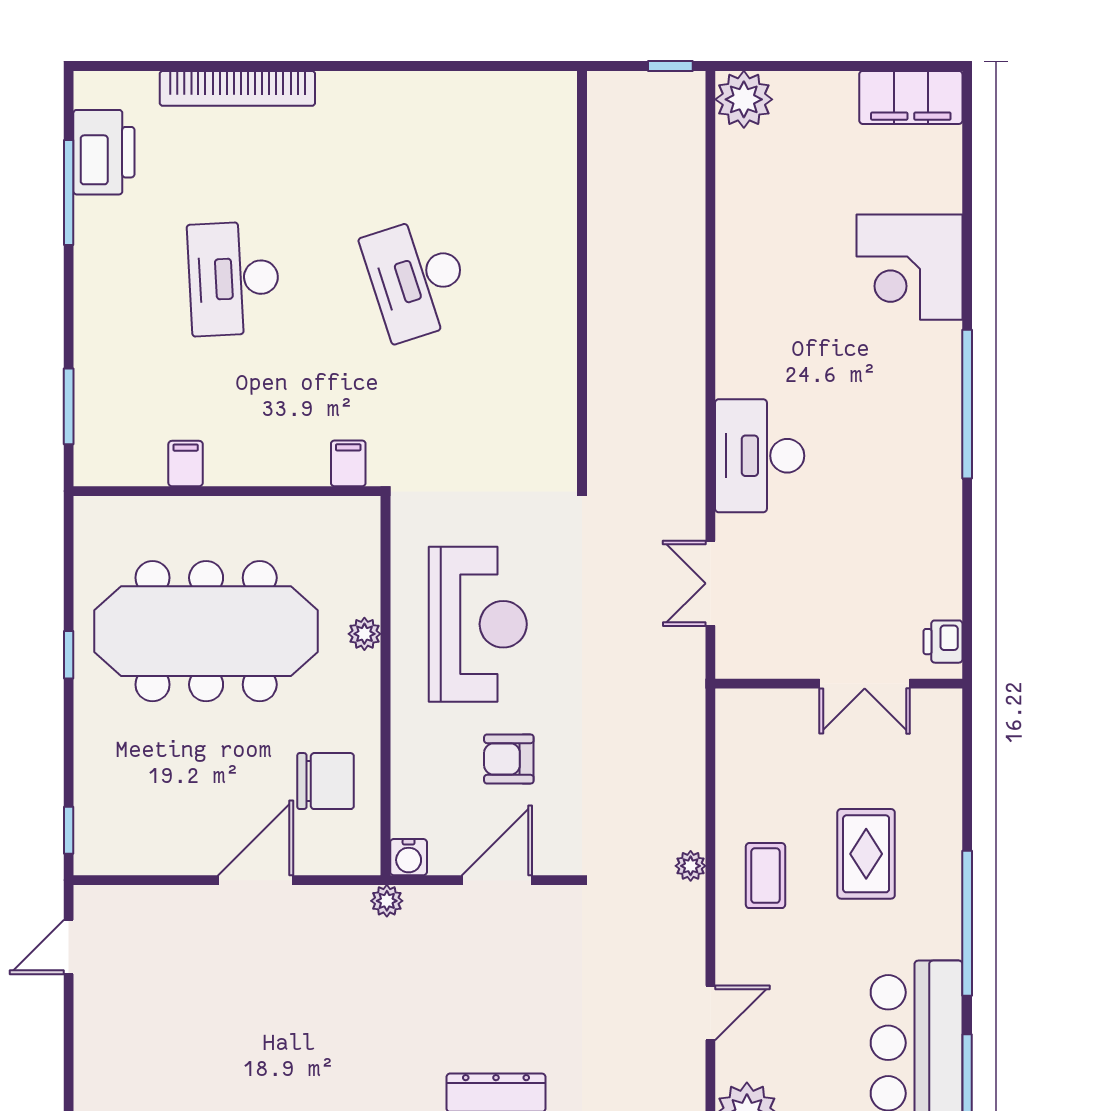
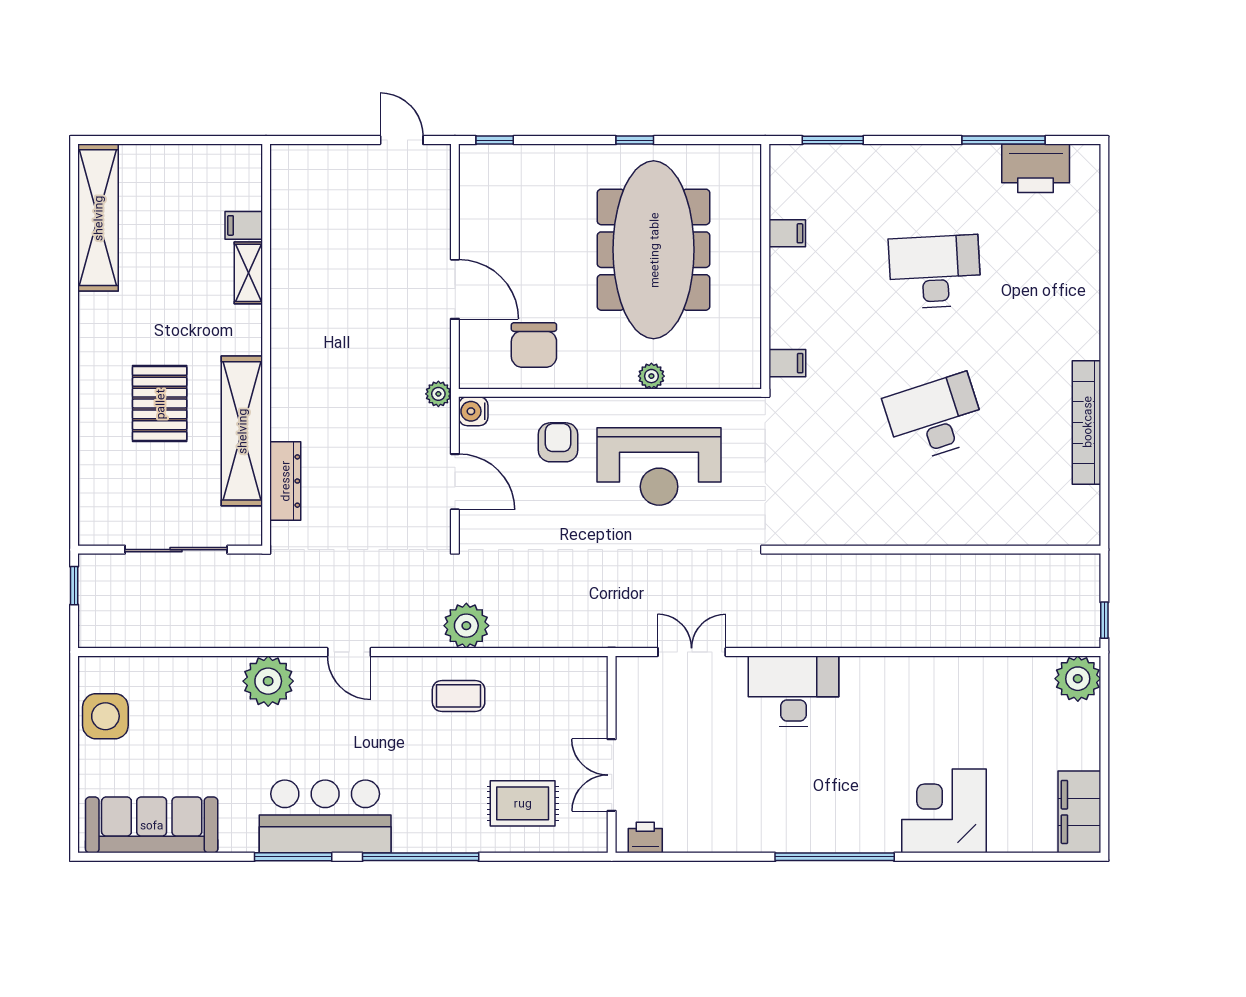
bookcase: (237, 88) -> (1087, 422), moved
armchair: (509, 759) -> (558, 442), moved
rug: (866, 854) -> (523, 803), moved
plant: (691, 866) -> (466, 626), width x1.87, depth x1.87

